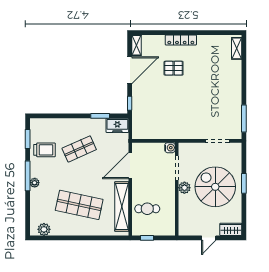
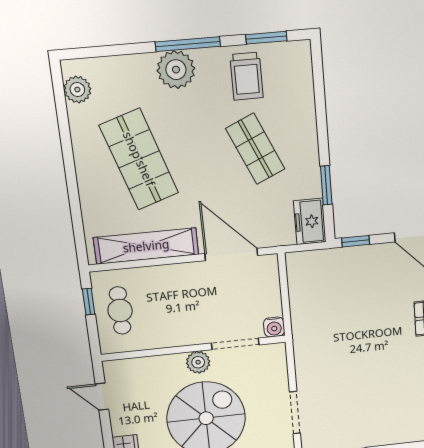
plant: (35, 183) -> (176, 70), width x1.87, depth x1.87
shop shelf: (79, 205) -> (139, 159), turned -30
cafe table: (147, 209) -> (120, 311), moved
door: (209, 238) -> (102, 397), moved

